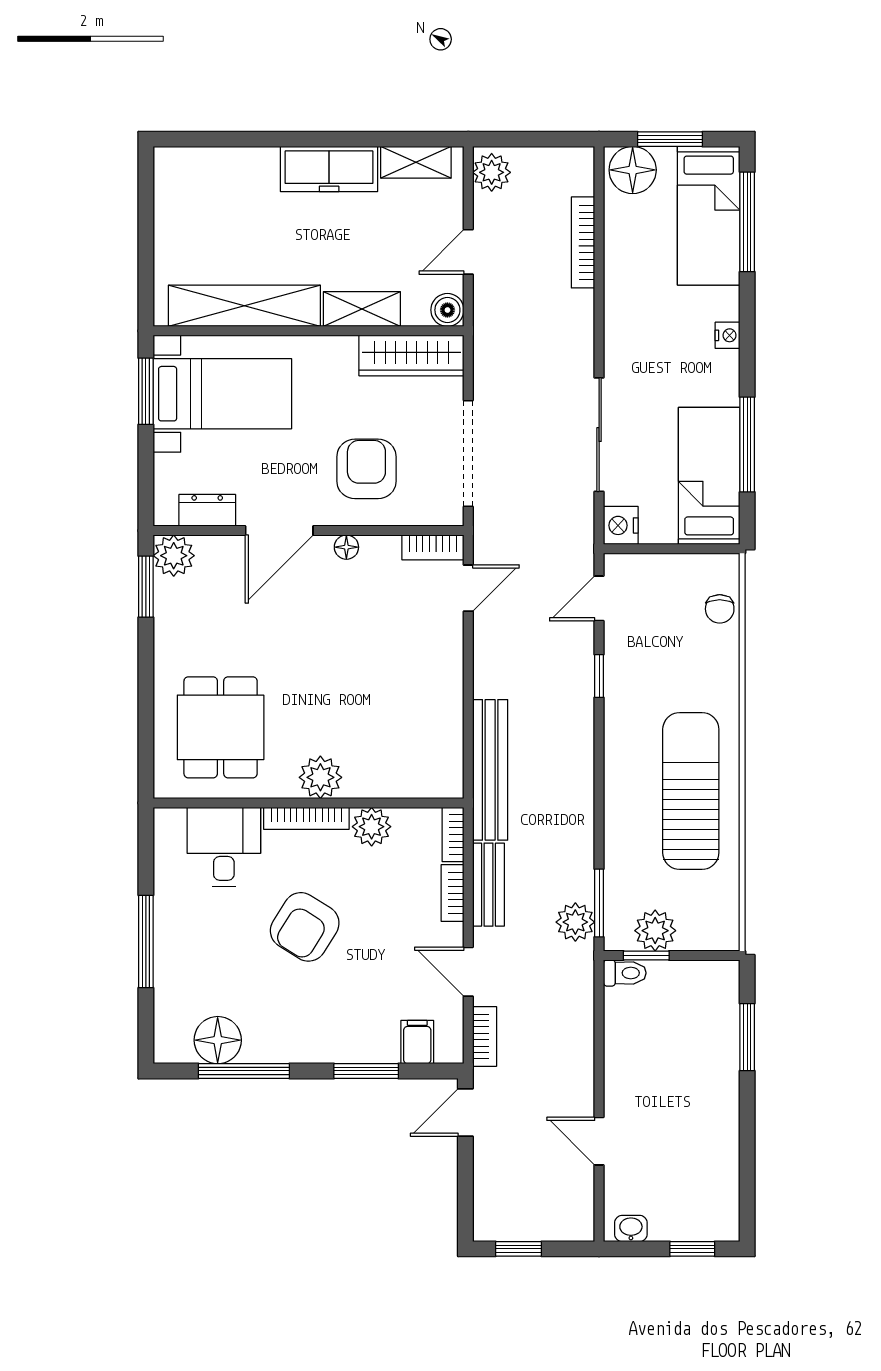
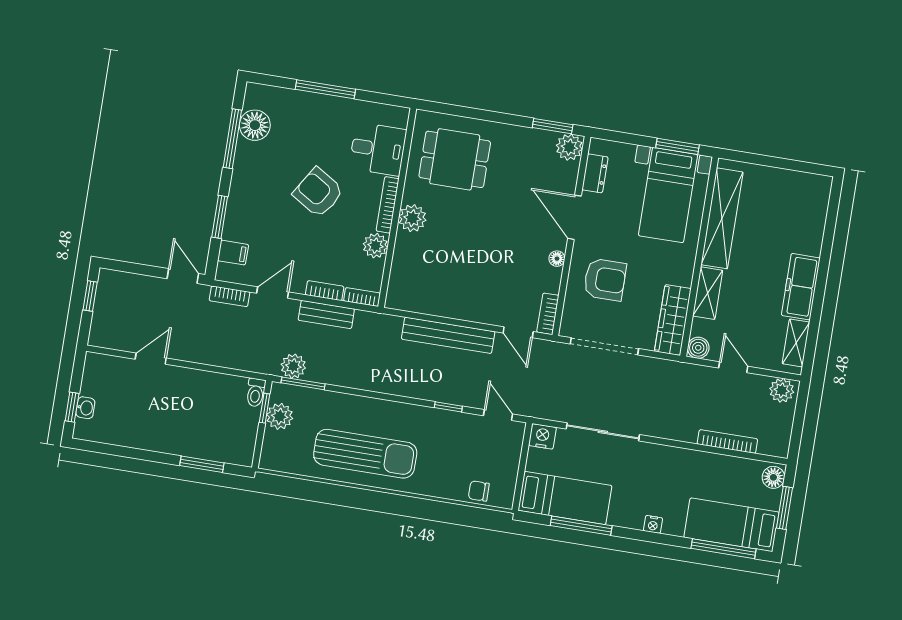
floor lamp: (633, 170) -> (773, 477), width x0.73, depth x0.73
bench: (490, 770) -> (448, 335), moved
washbasin: (631, 1228) -> (85, 408), moved

